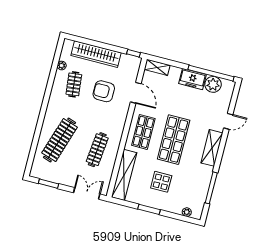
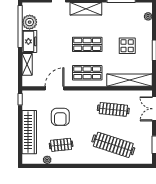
shelving: (157, 67) -> (27, 64), moved
shop shelf: (174, 140) -> (87, 44), width x0.70, depth x0.74

